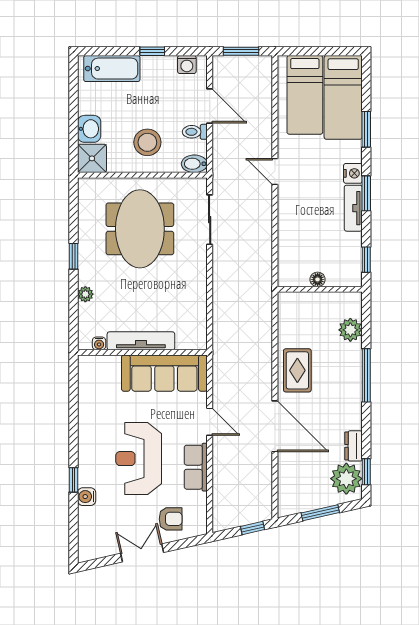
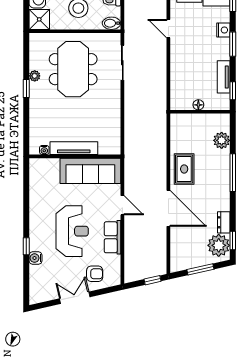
tv unit: (353, 208) -> (224, 77), moved
plant: (85, 294) -> (35, 76), moved
reception desk: (139, 459) -> (72, 231), turned 180

